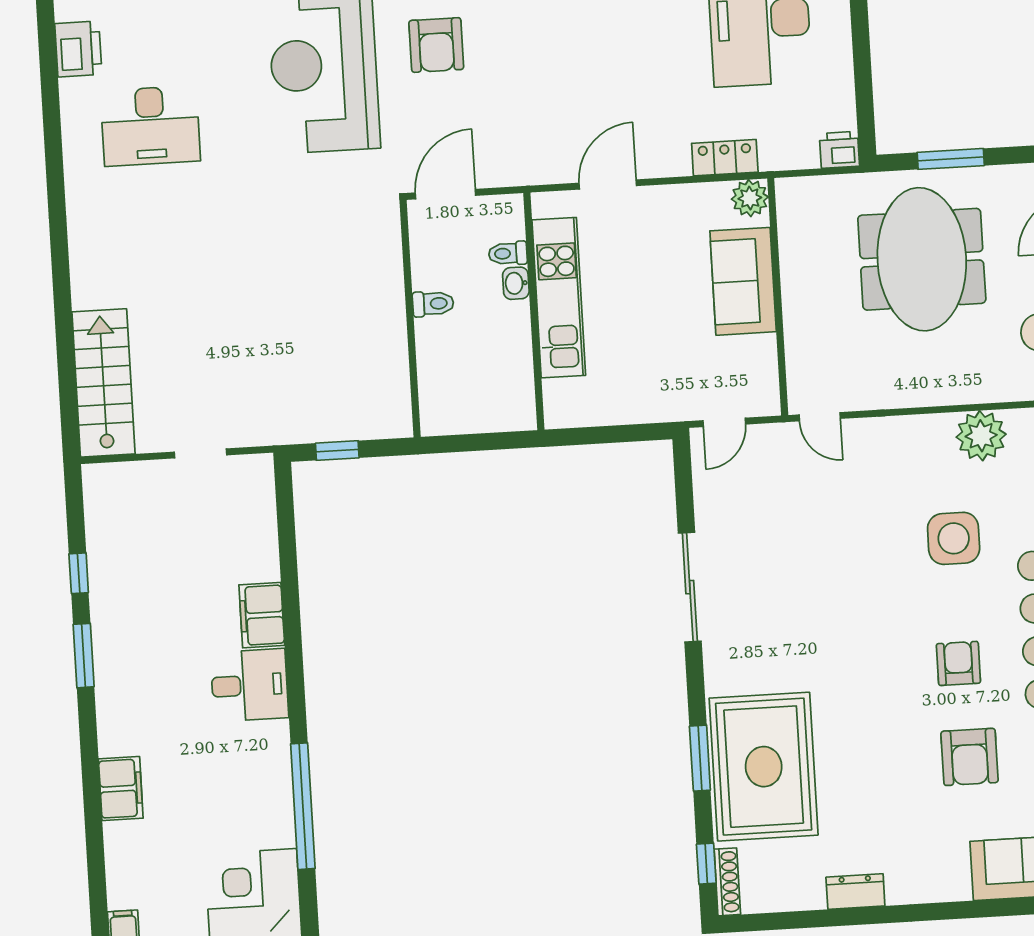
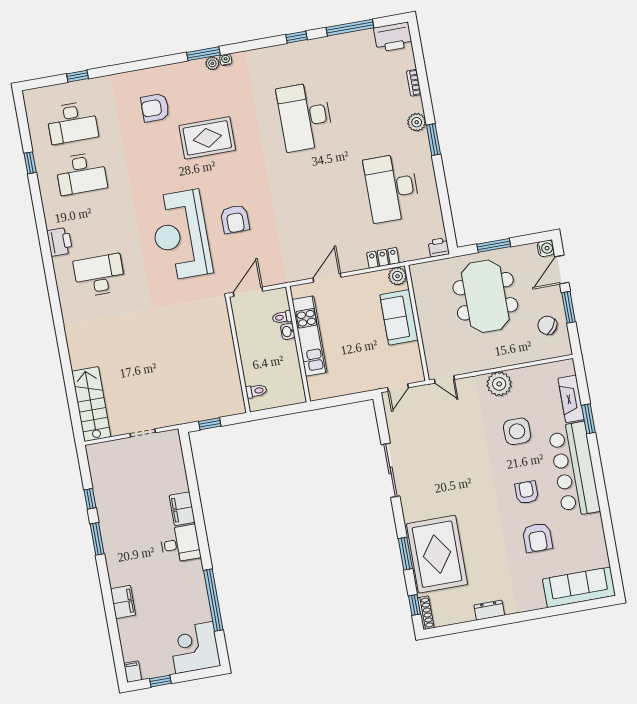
desk: (150, 126) -> (99, 275), turned 180
toilet: (433, 304) -> (256, 391), moved
plant: (981, 436) -> (499, 384), moved

